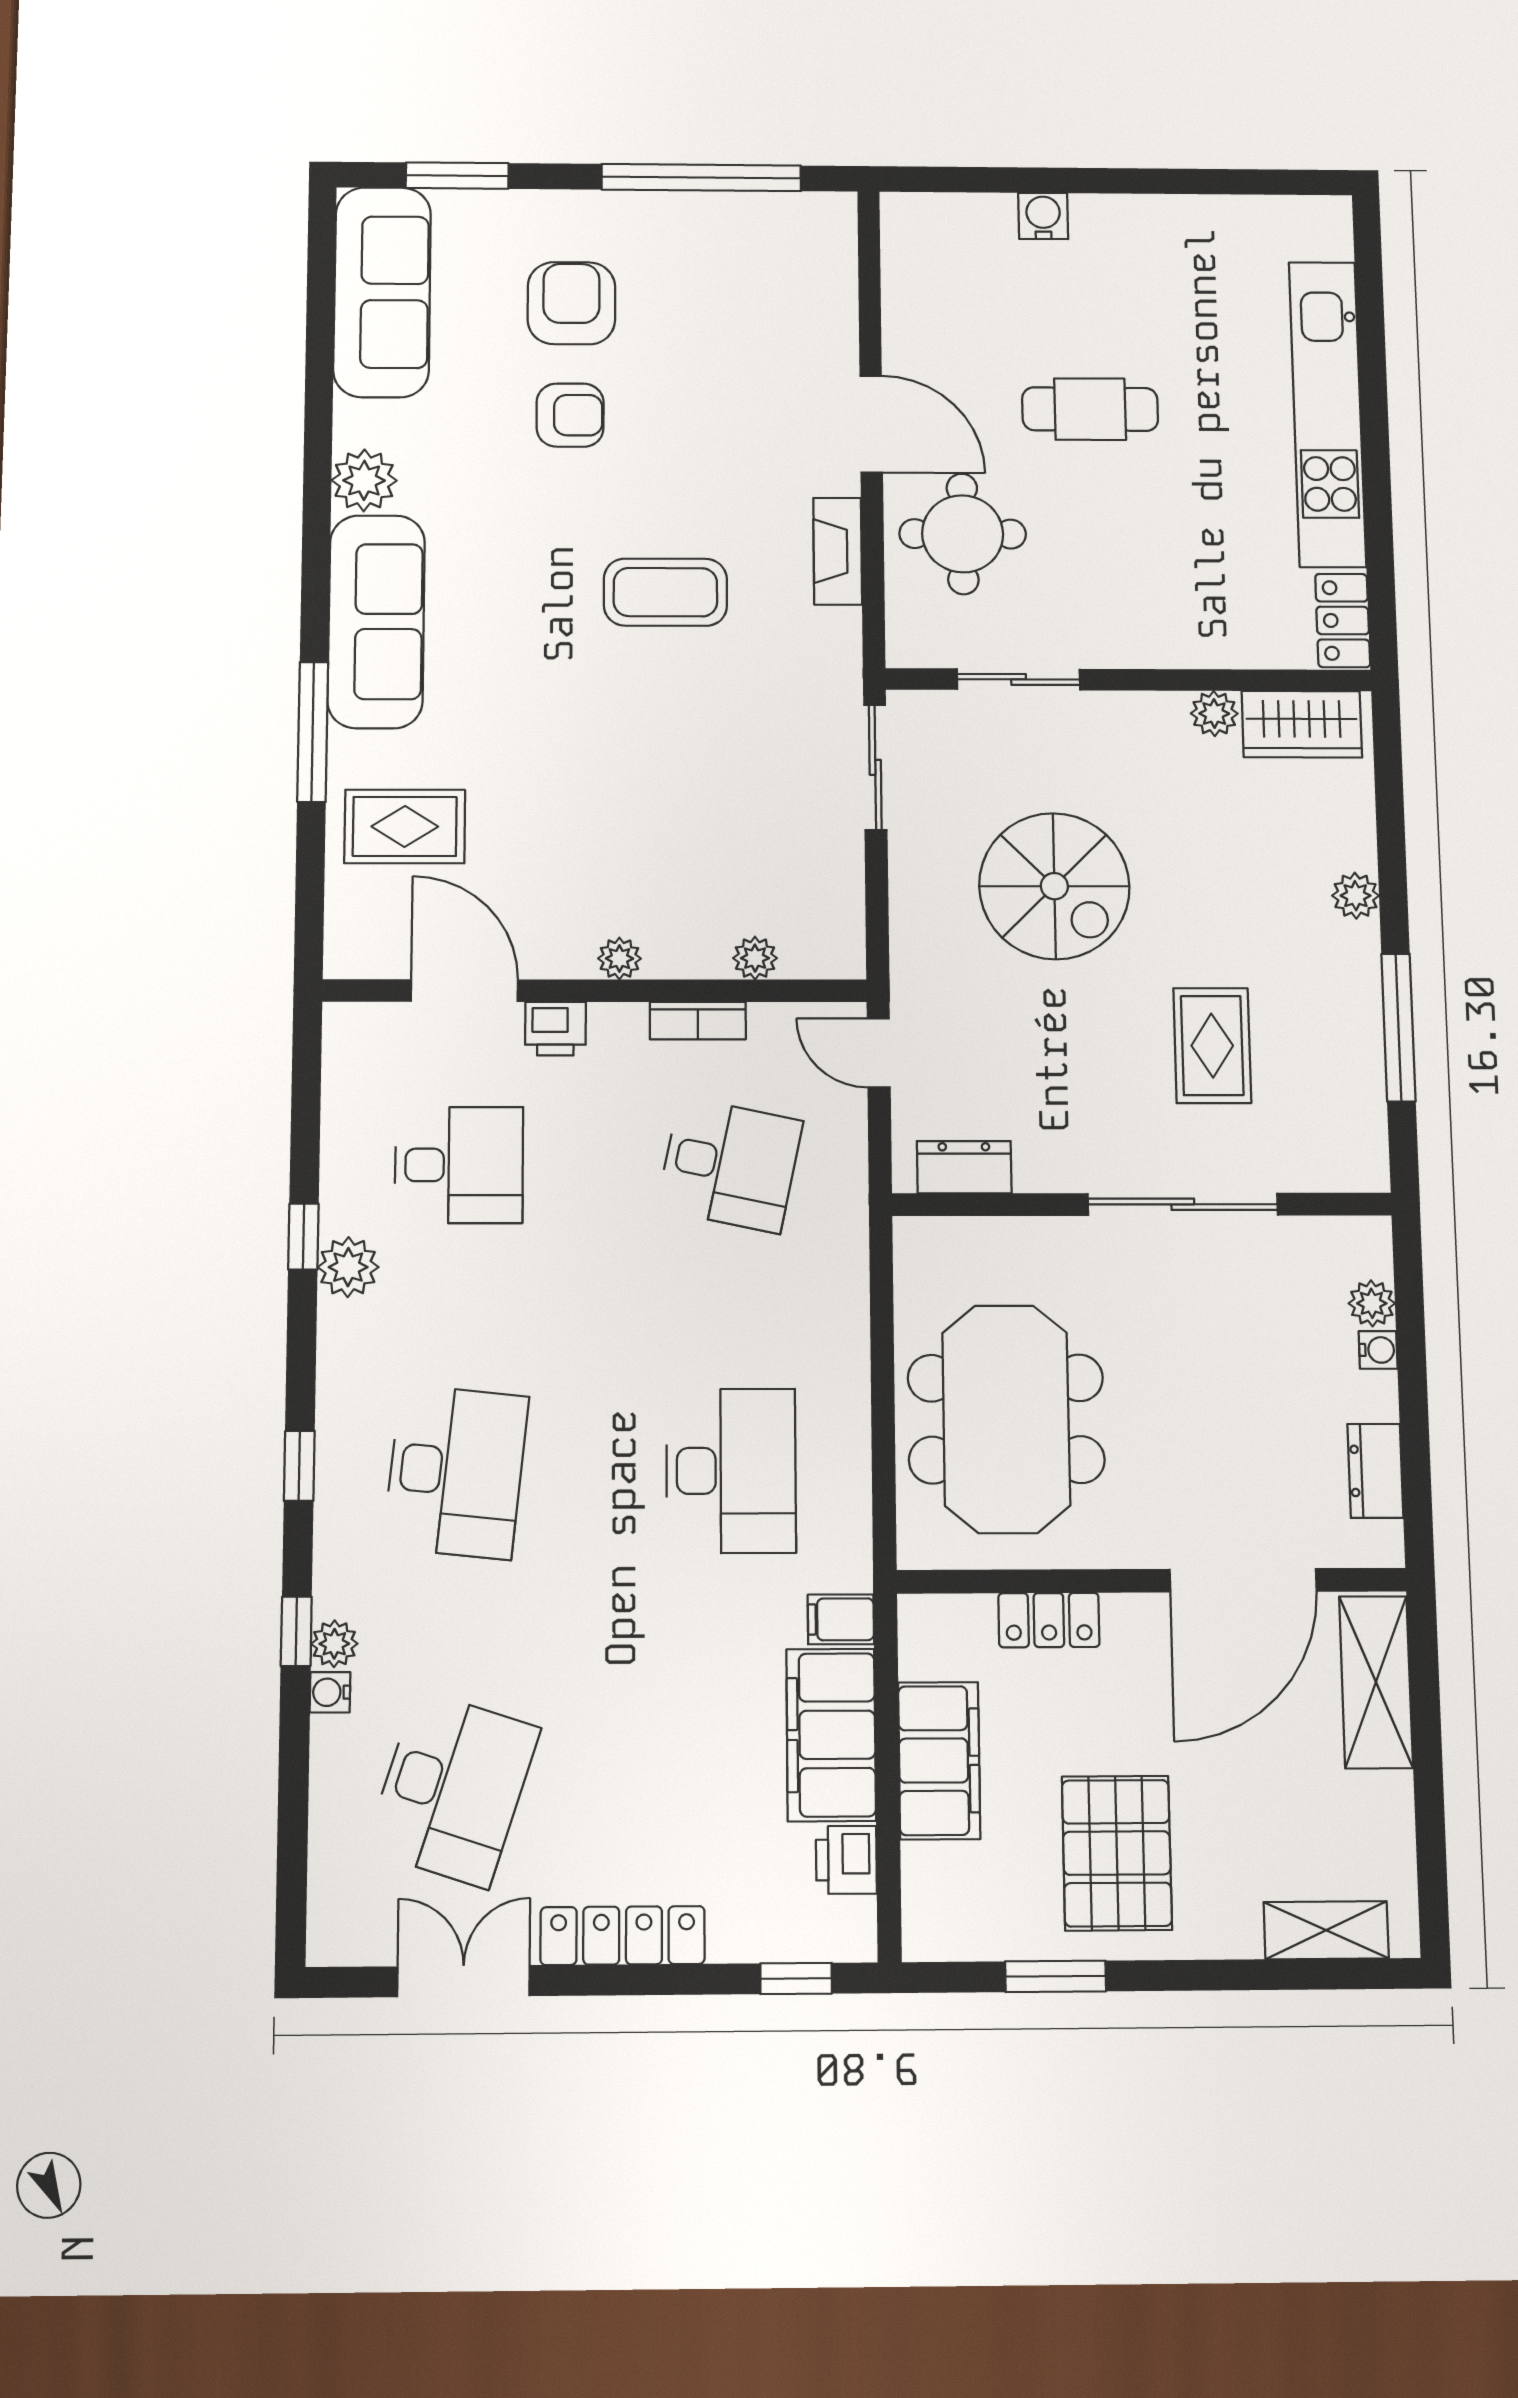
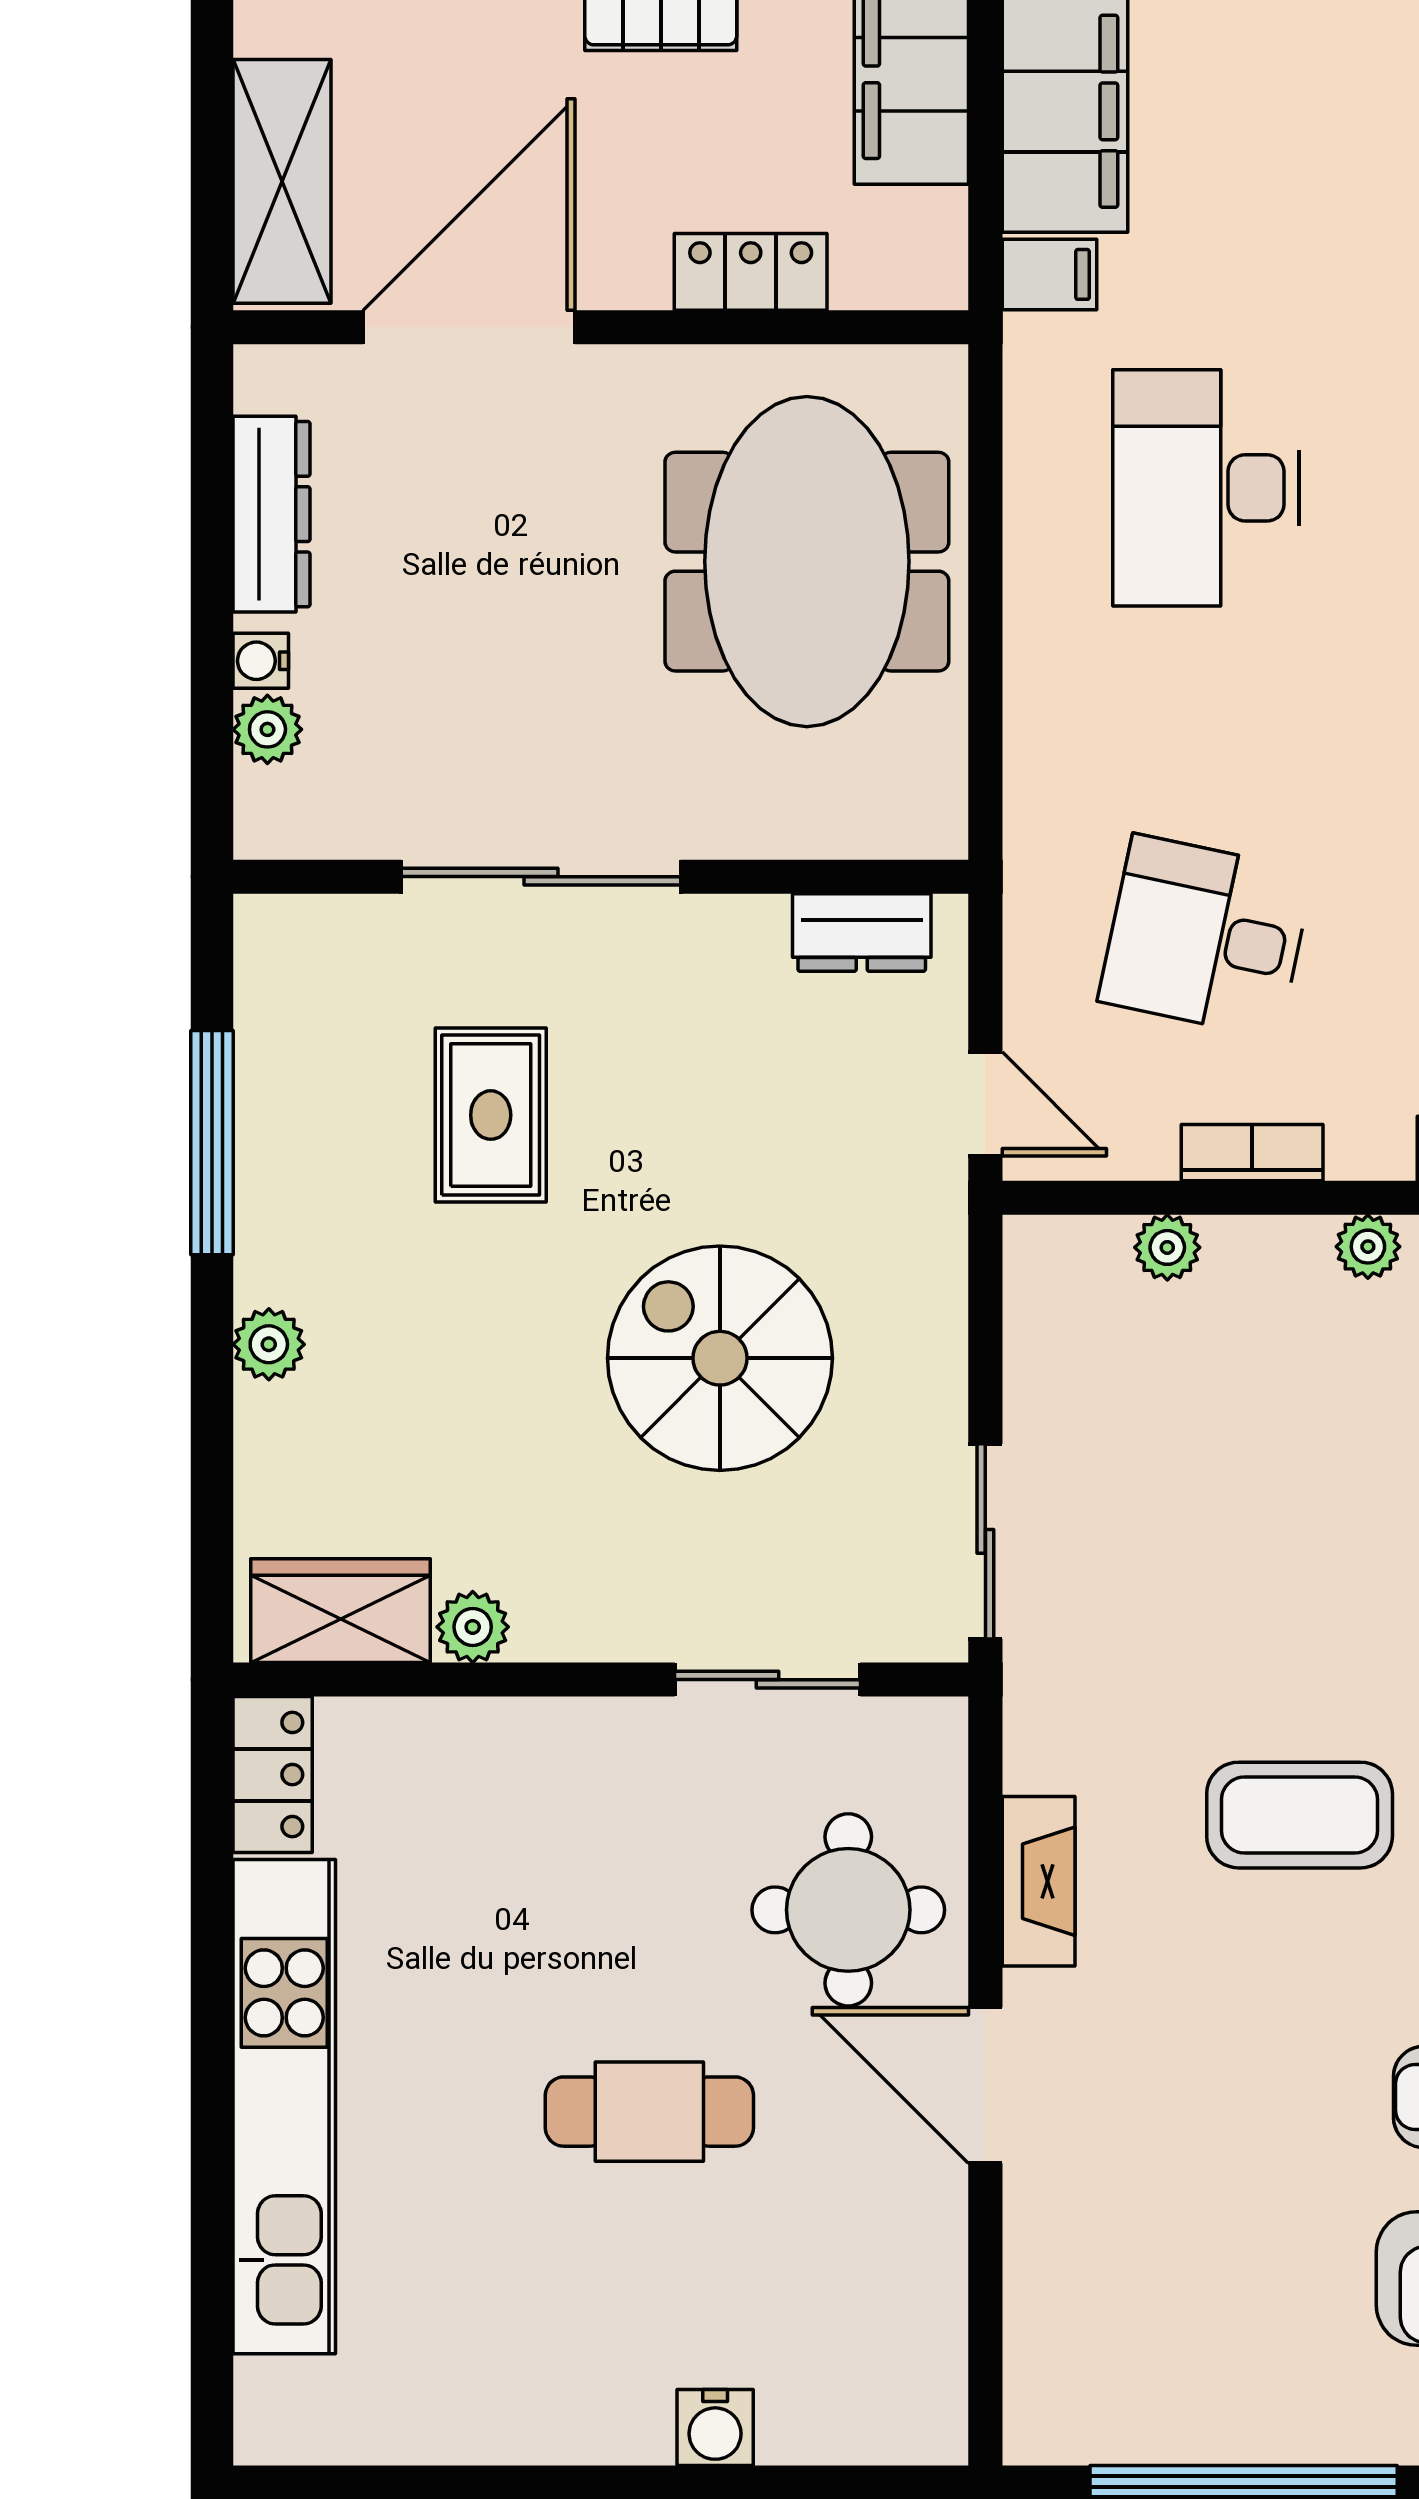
dresser: (1375, 1471) -> (271, 514), width x1.44

